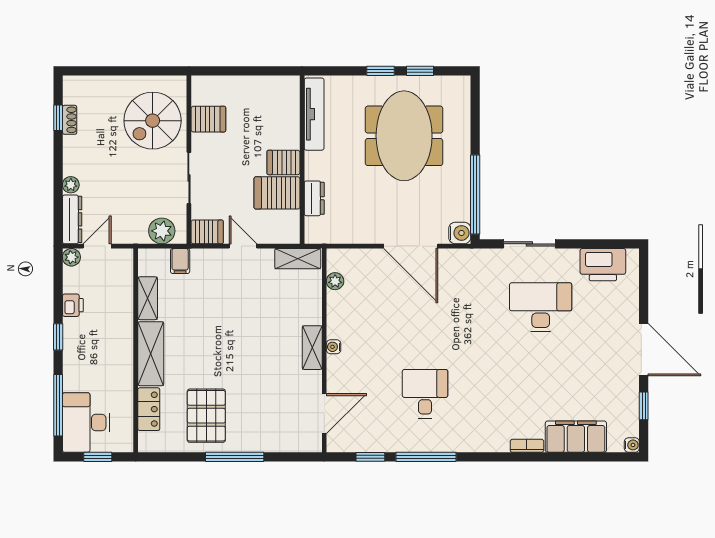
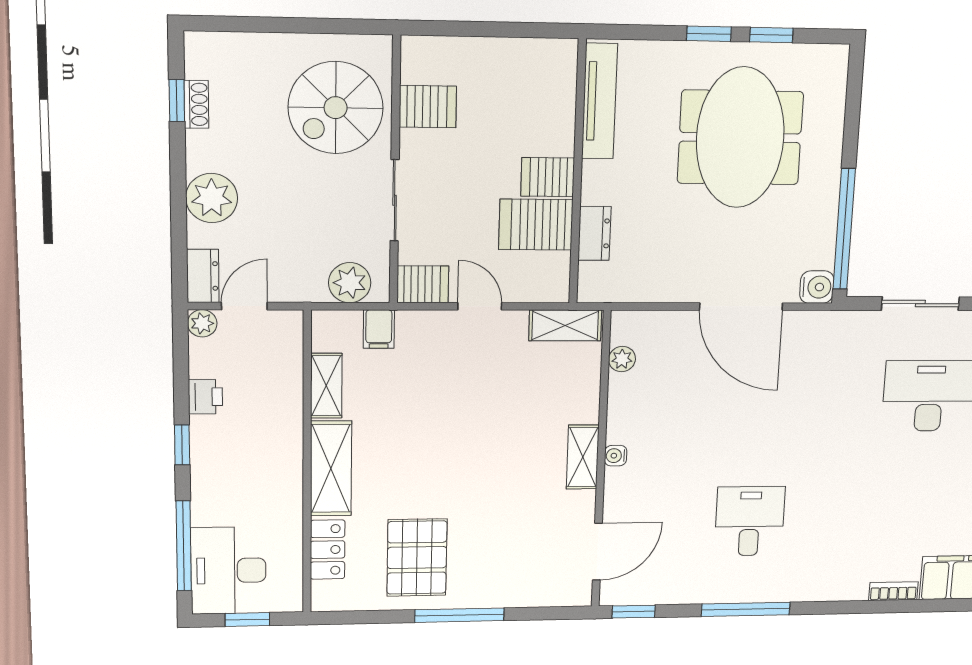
plant: (71, 185) -> (212, 198), width x1.87, depth x1.87
dresser: (72, 219) -> (203, 276), width x0.70
window: (370, 457) -> (634, 612), moved

